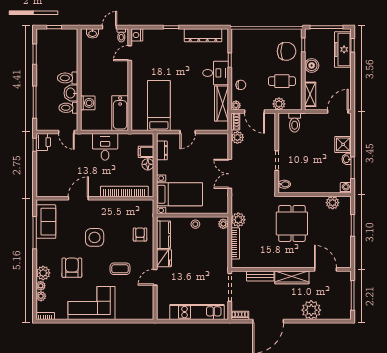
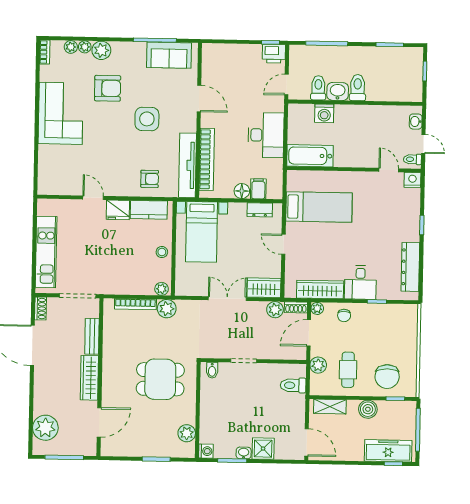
wardrobe: (221, 146) -> (264, 288), added
desk: (105, 147) -> (266, 135), width x1.37
tv unit: (129, 206) -> (187, 165), added
coffee table: (120, 269) -> (105, 152), removed
plant: (311, 310) -> (45, 428), moved

